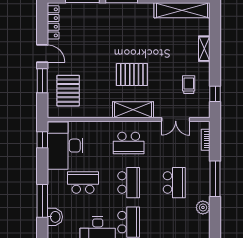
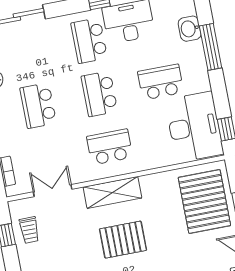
trolley: (189, 85) -> (29, 230), moved
pallet: (68, 91) -> (204, 201), width x1.37, depth x1.41
school desk: (83, 183) -> (161, 82), turned 180

